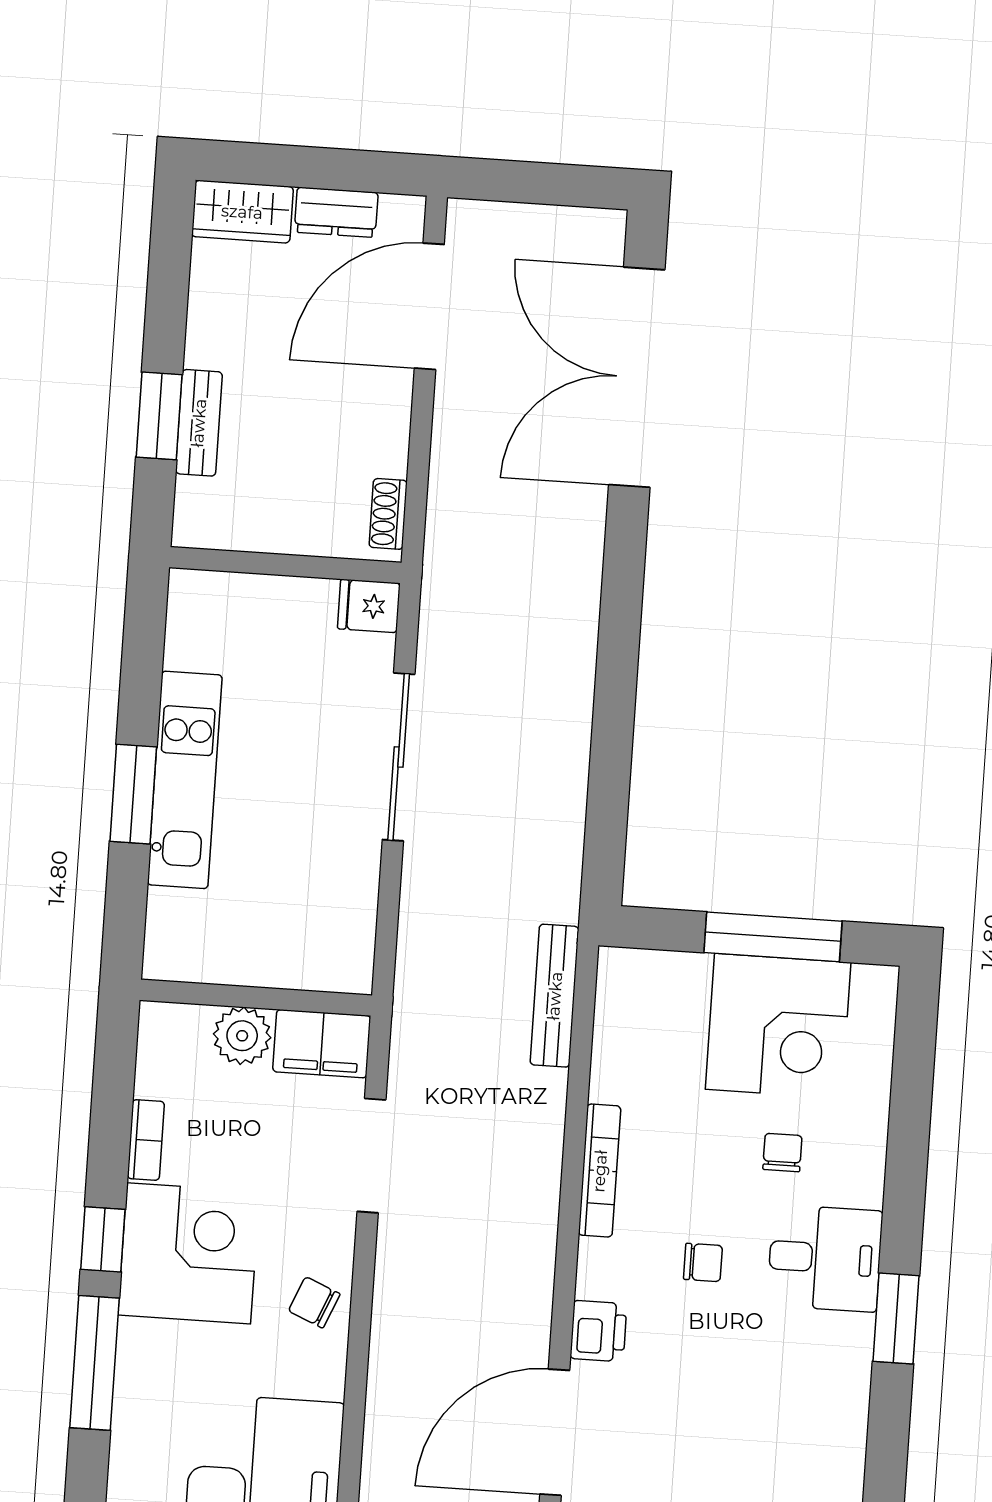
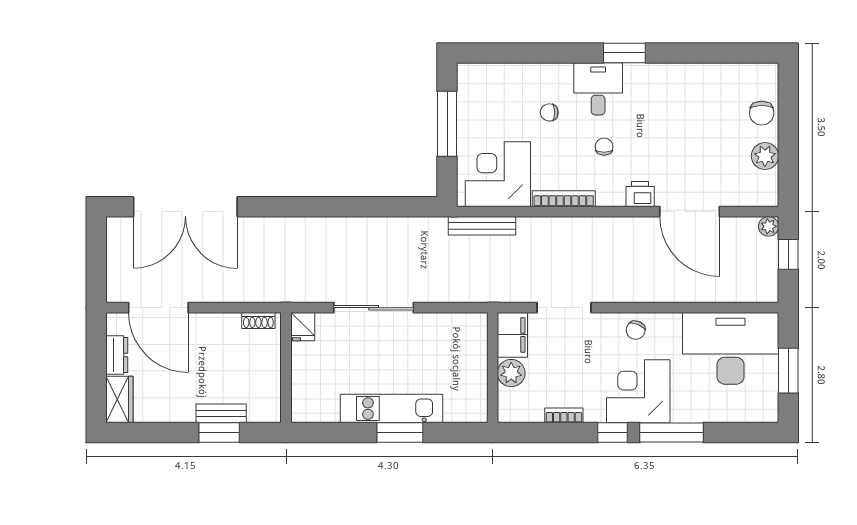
corner desk: (778, 1026) -> (498, 174), moved, turned -90
corner desk: (189, 1253) -> (638, 391), moved

